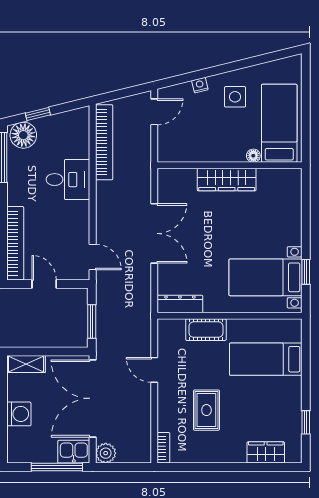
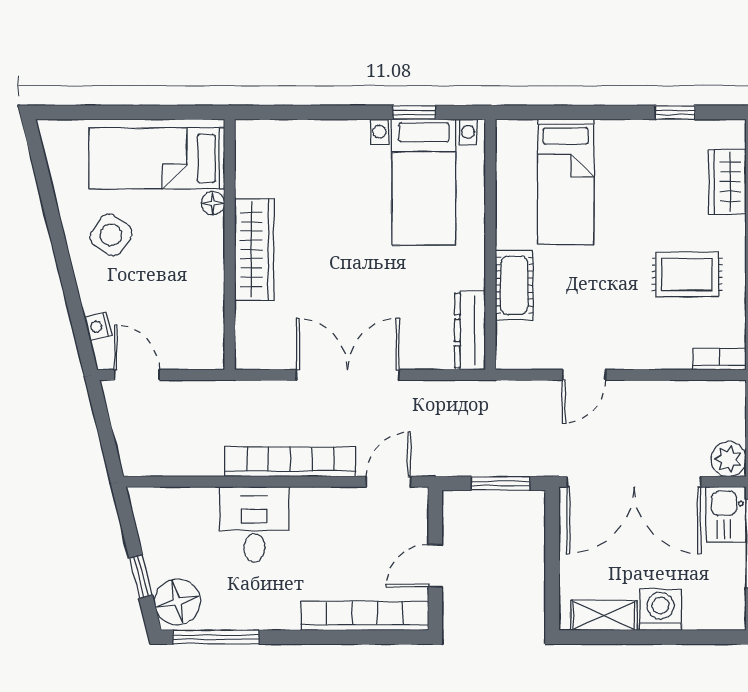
nightstand: (200, 85) -> (98, 326), moved
side table: (235, 97) -> (111, 235), turned 34
bookcase: (104, 142) -> (290, 462), moved
shelving: (26, 364) -> (604, 615), moved, turned 90
rug: (206, 410) -> (687, 274), moved

